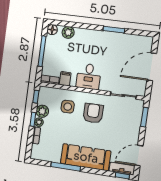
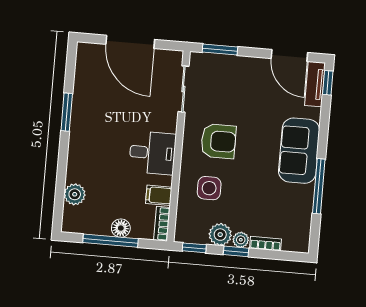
floor lamp: (52, 30) -> (121, 228), moved
armchair: (93, 113) -> (218, 141), turned 180
sofa: (86, 157) -> (299, 151), width x0.73

